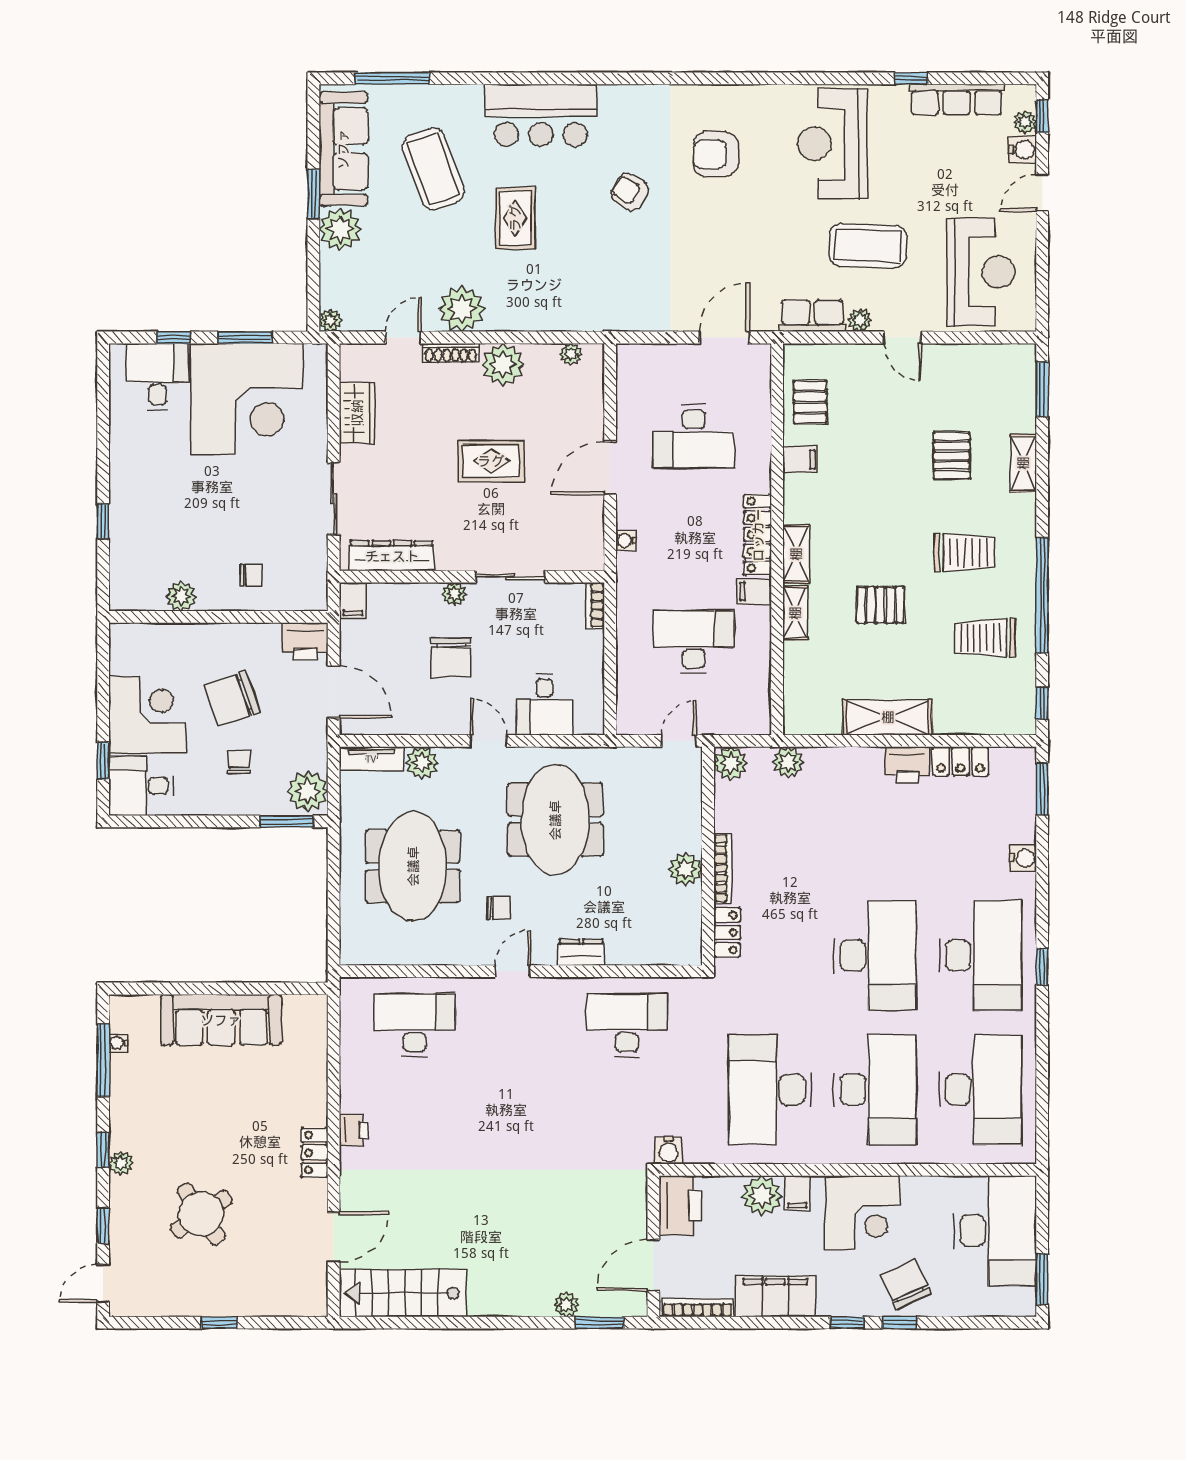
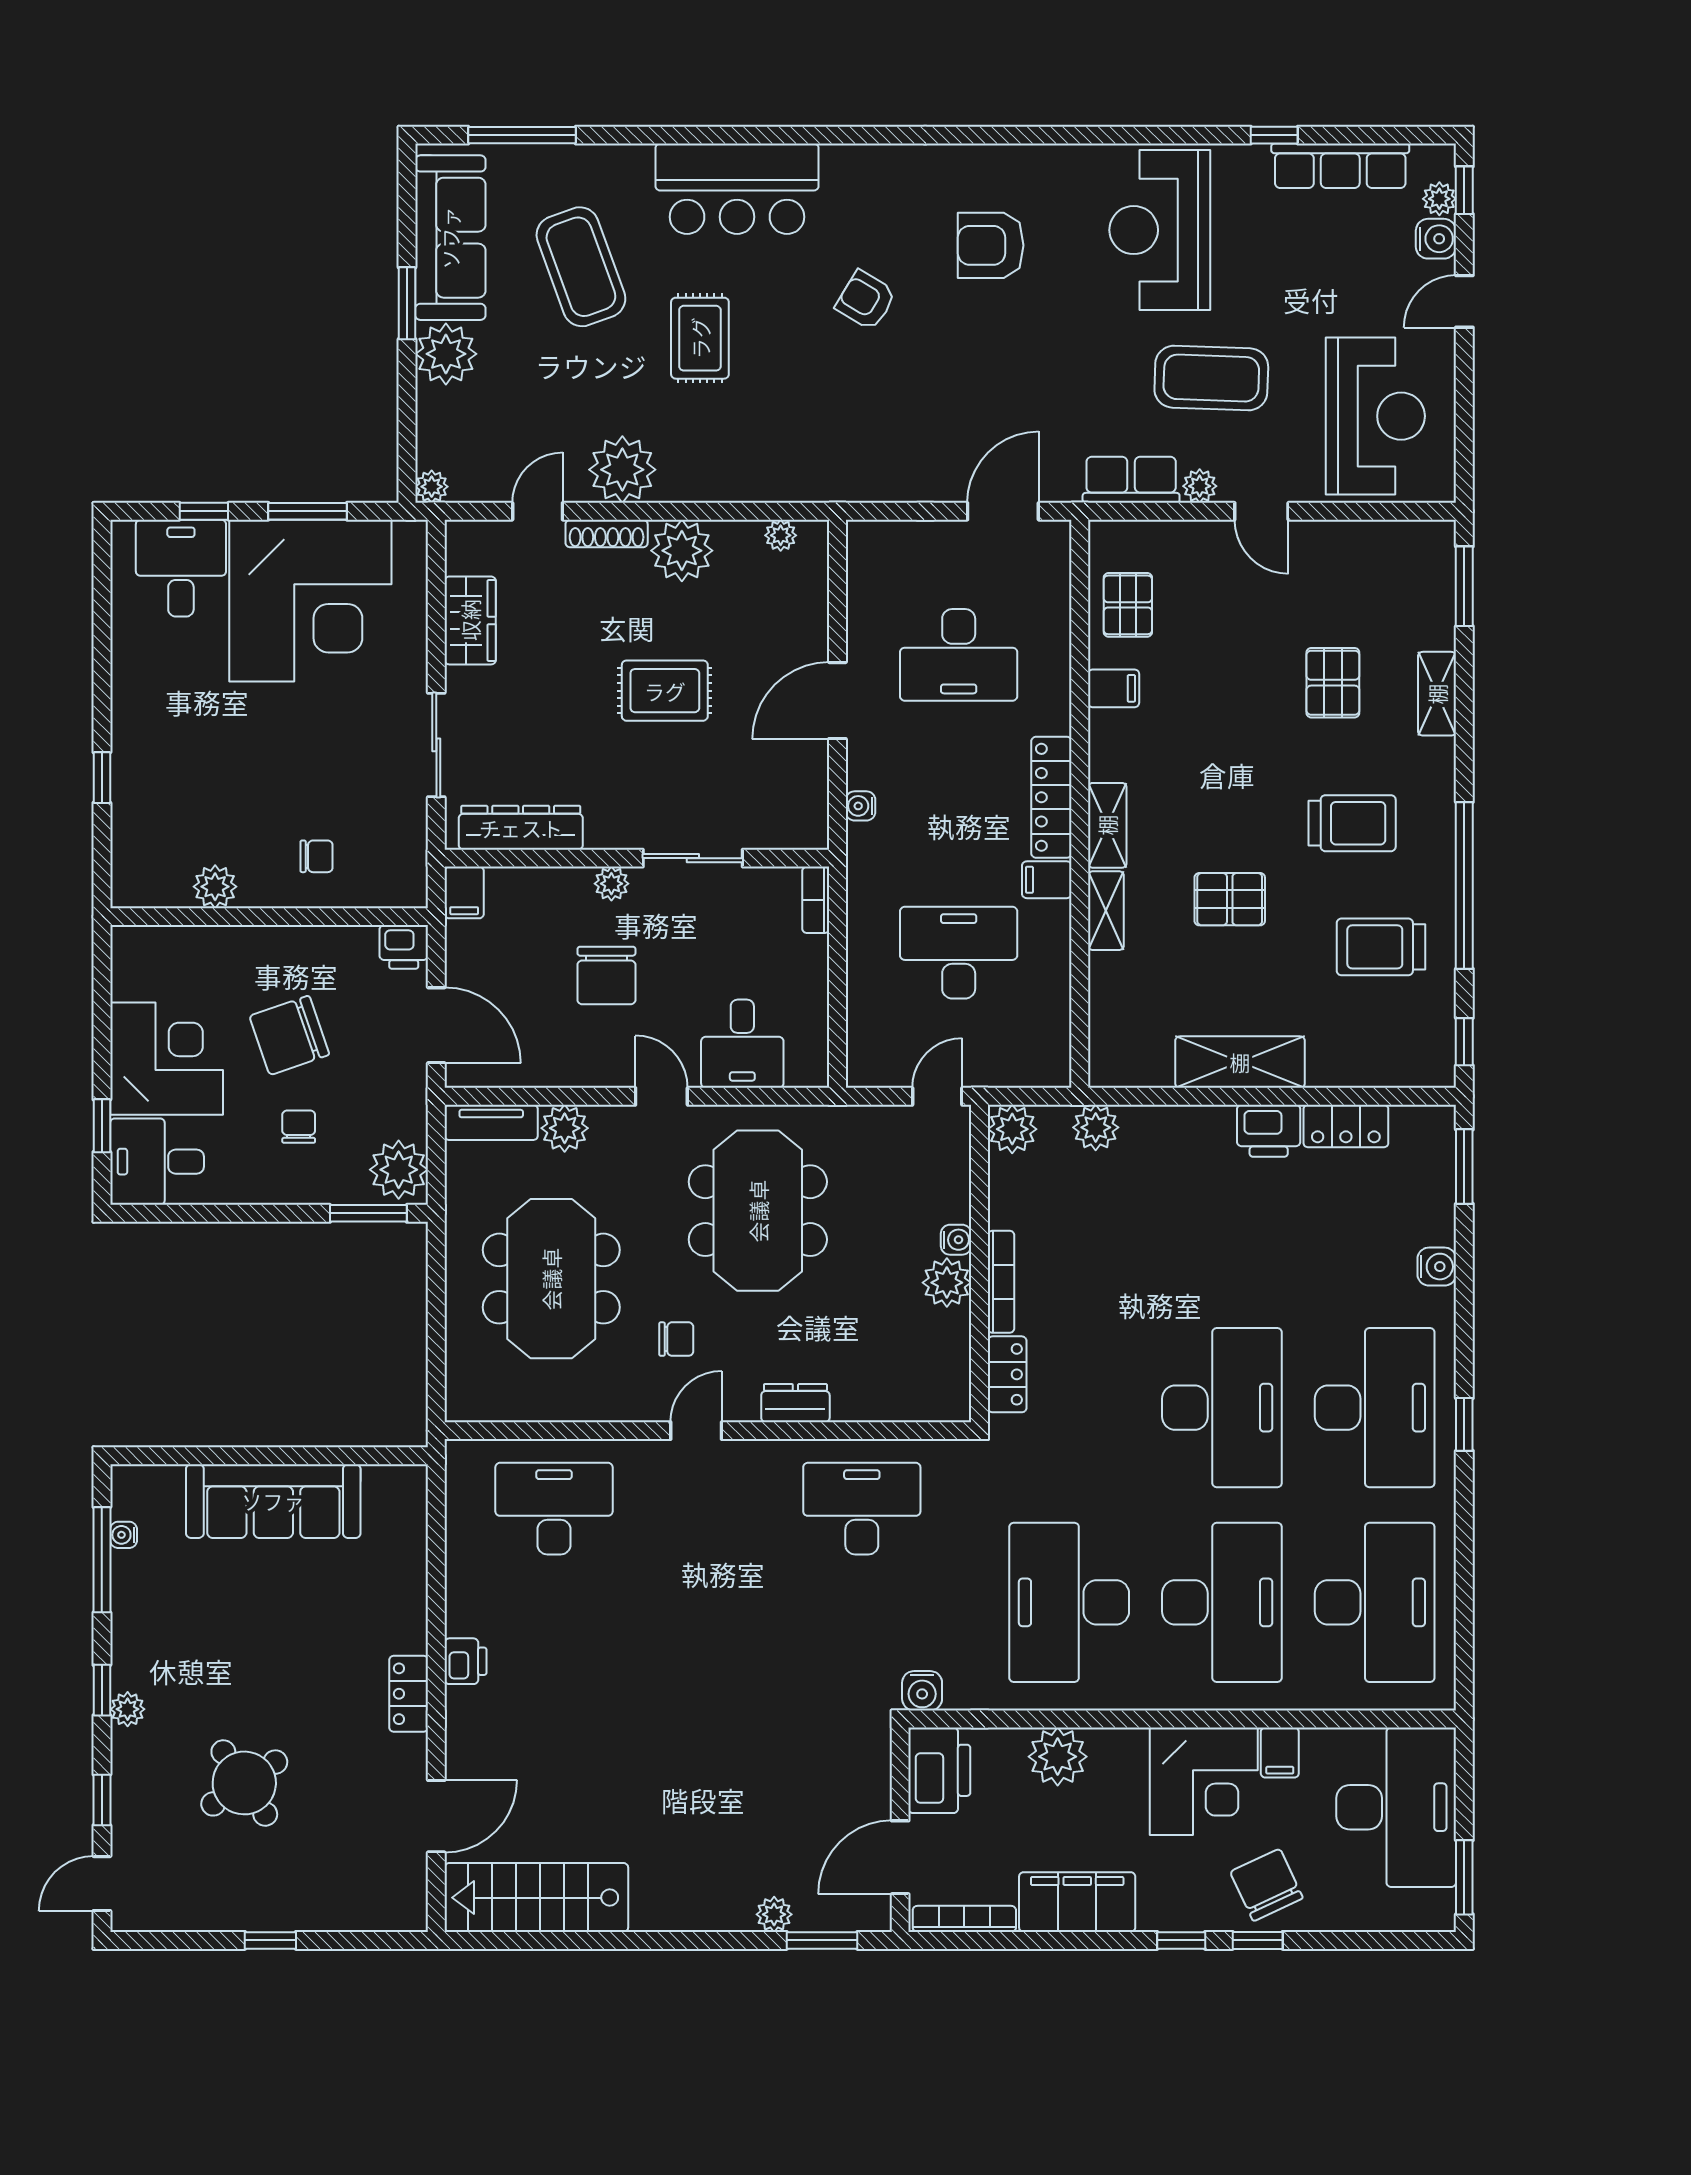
printer: (305, 641) -> (404, 947), width x0.73, depth x0.81
water cooler: (692, 840) -> (956, 1240), added
filing cabinet: (797, 1193) -> (1280, 1753), moved

